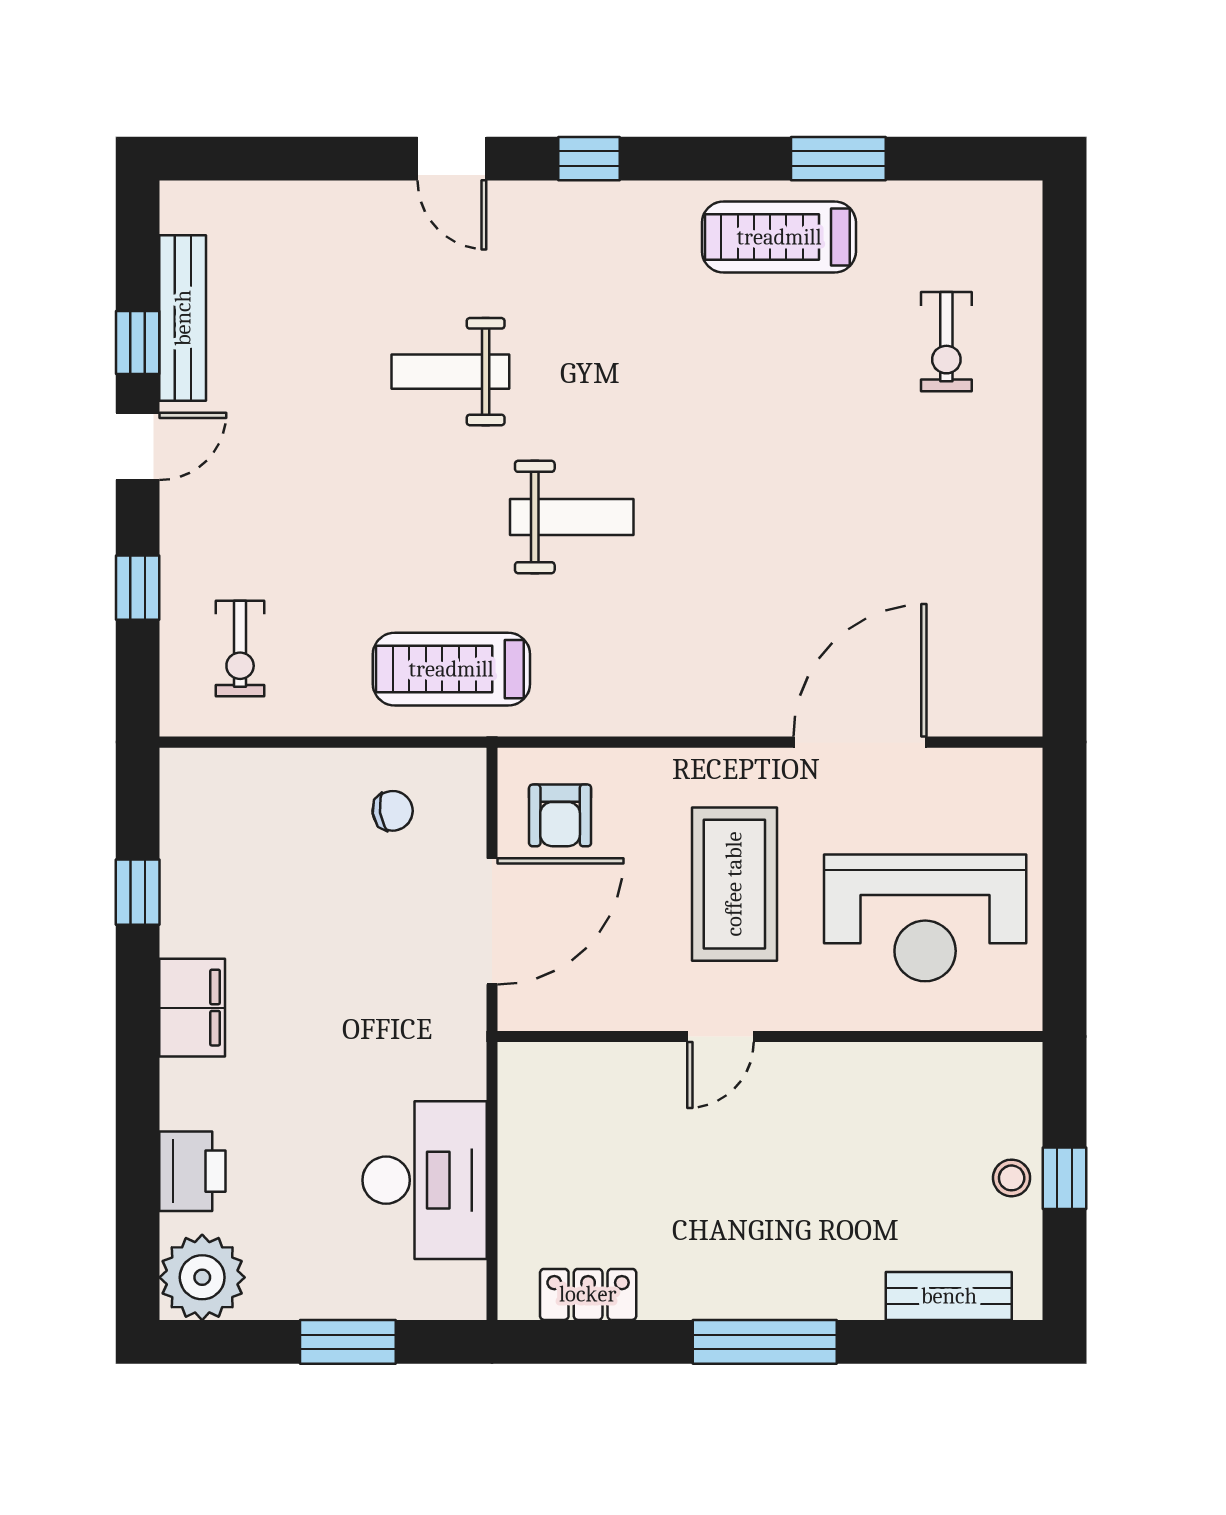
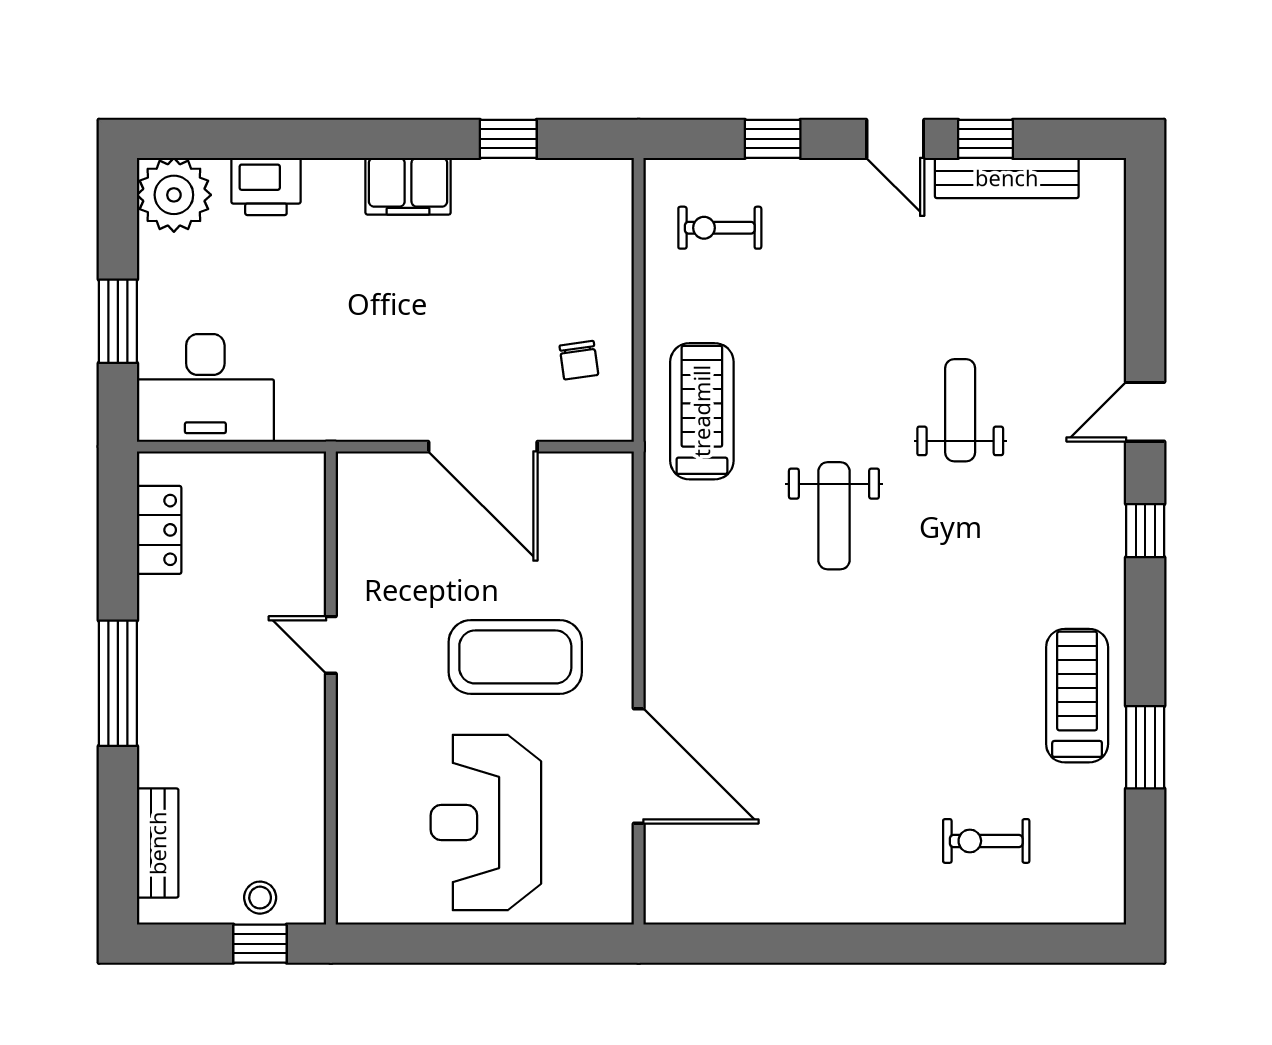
armchair: (560, 815) -> (575, 506), removed
door: (720, 1036) -> (331, 645), moved
wall: (770, 1036) -> (331, 688), moved
desk: (425, 1180) -> (205, 388), moved

